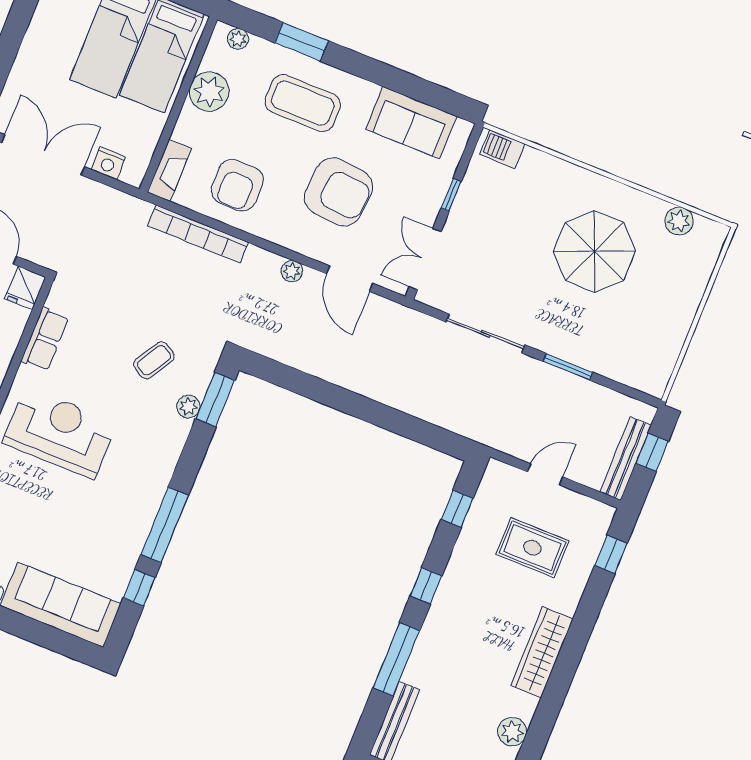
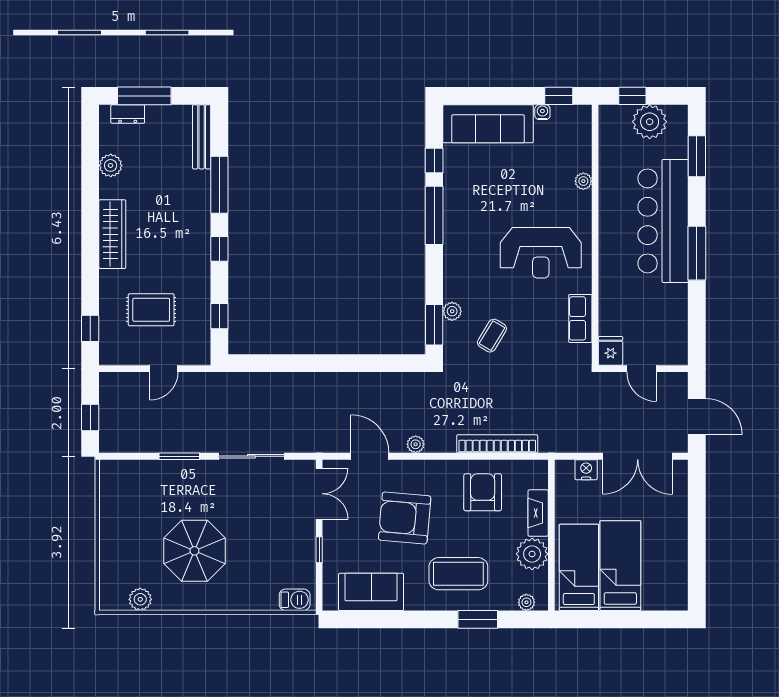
fireplace: (169, 170) -> (538, 513), moved
bench: (626, 459) -> (108, 405), removed

